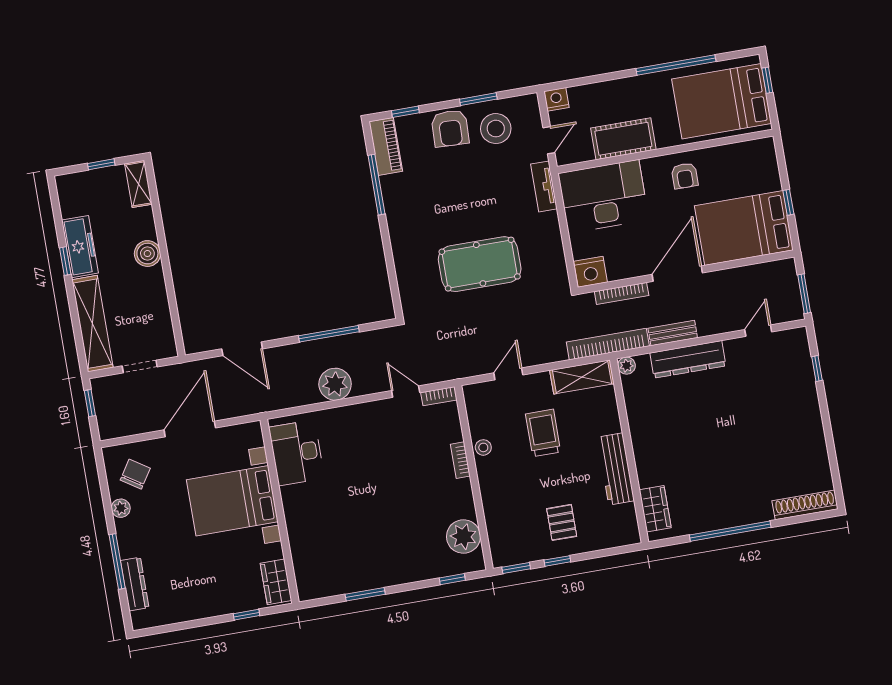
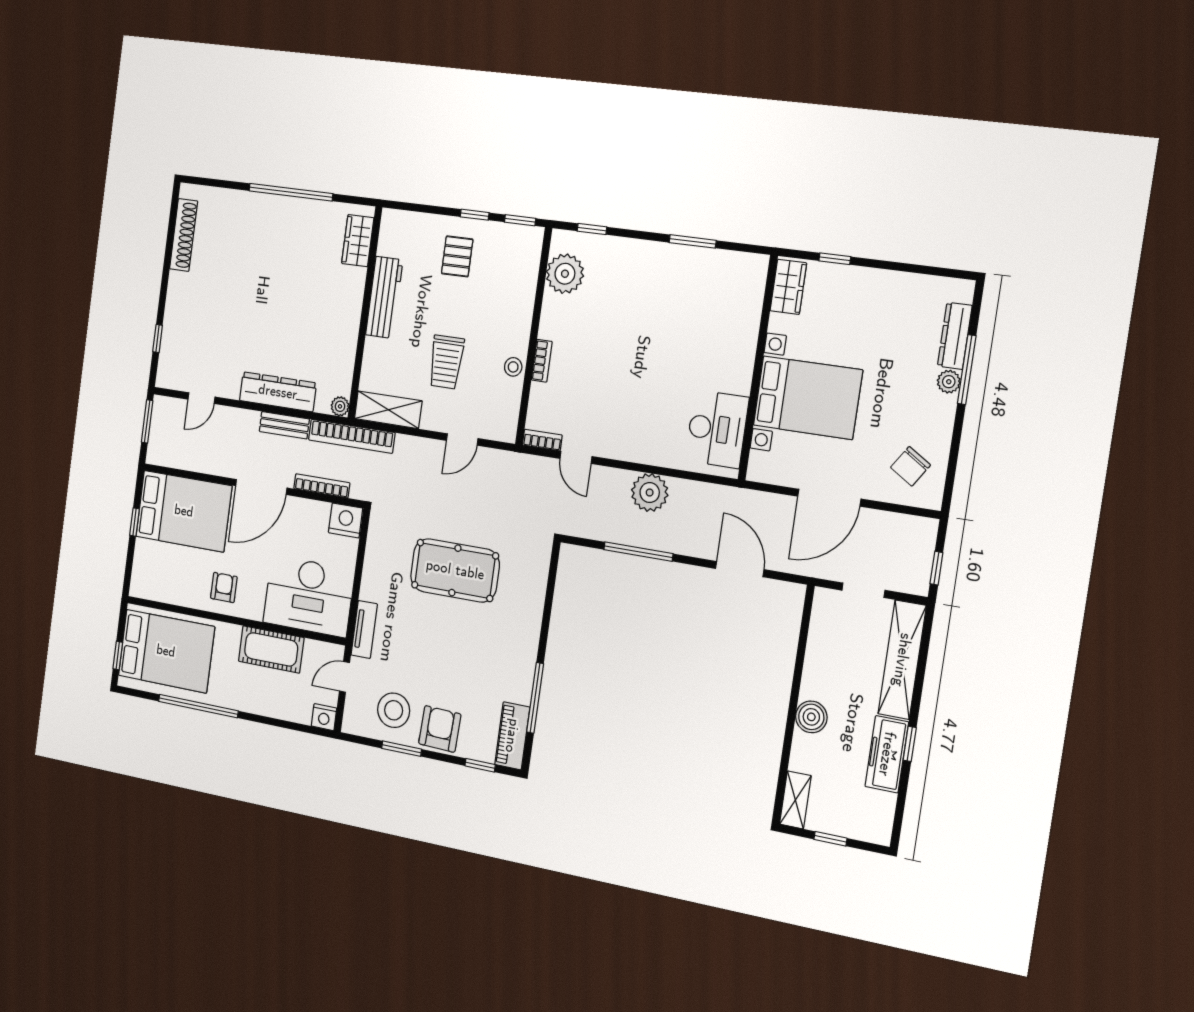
shoe rack: (805, 505) -> (184, 235), moved, turned -90
plant: (121, 508) -> (949, 382), moved

